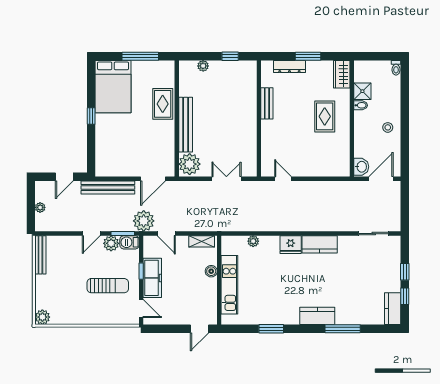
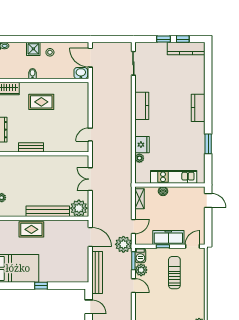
shower: (362, 91) -> (33, 49), moved
fridge: (291, 245) -> (142, 145), moved
kitchen counter: (393, 309) -> (186, 49), width x1.50
window: (343, 329) -> (208, 88), removed

